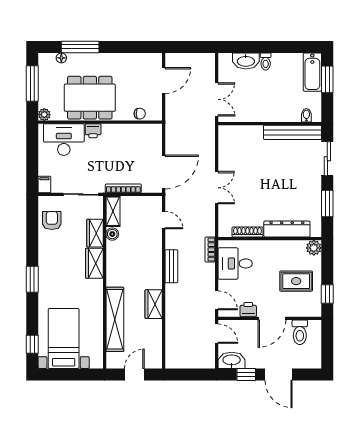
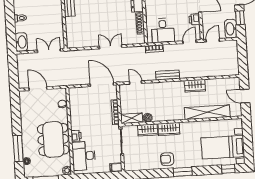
washbasin: (246, 61) -> (21, 42), moved
armchair: (52, 220) -> (167, 159), moved
door: (164, 220) -> (136, 83), hinge flipped

